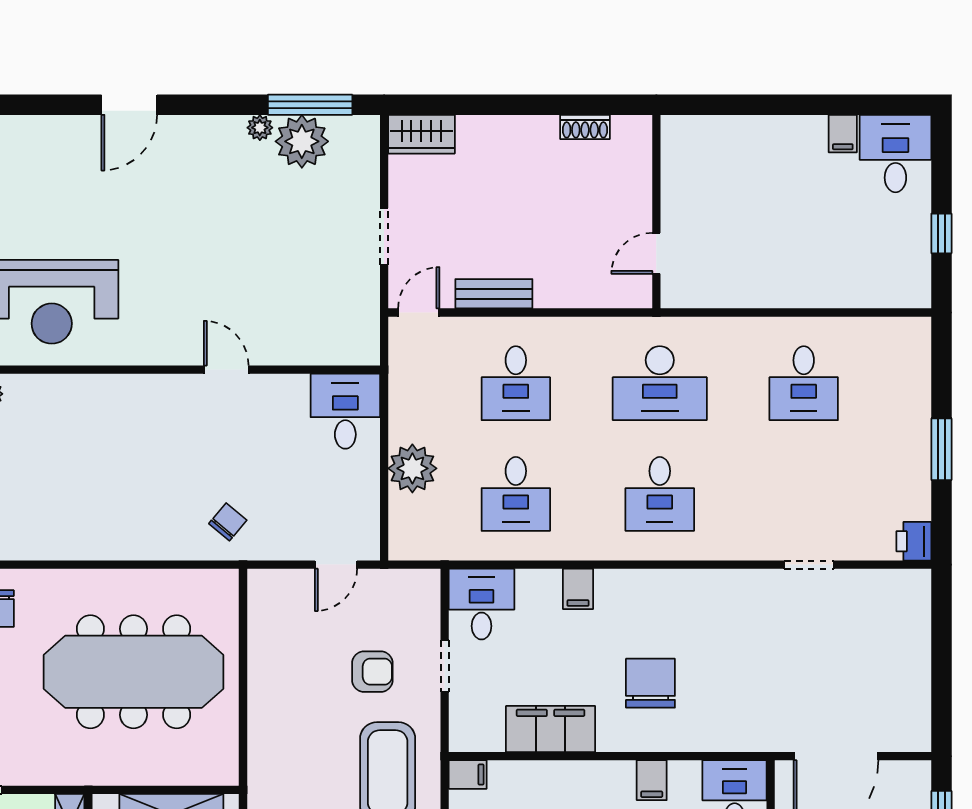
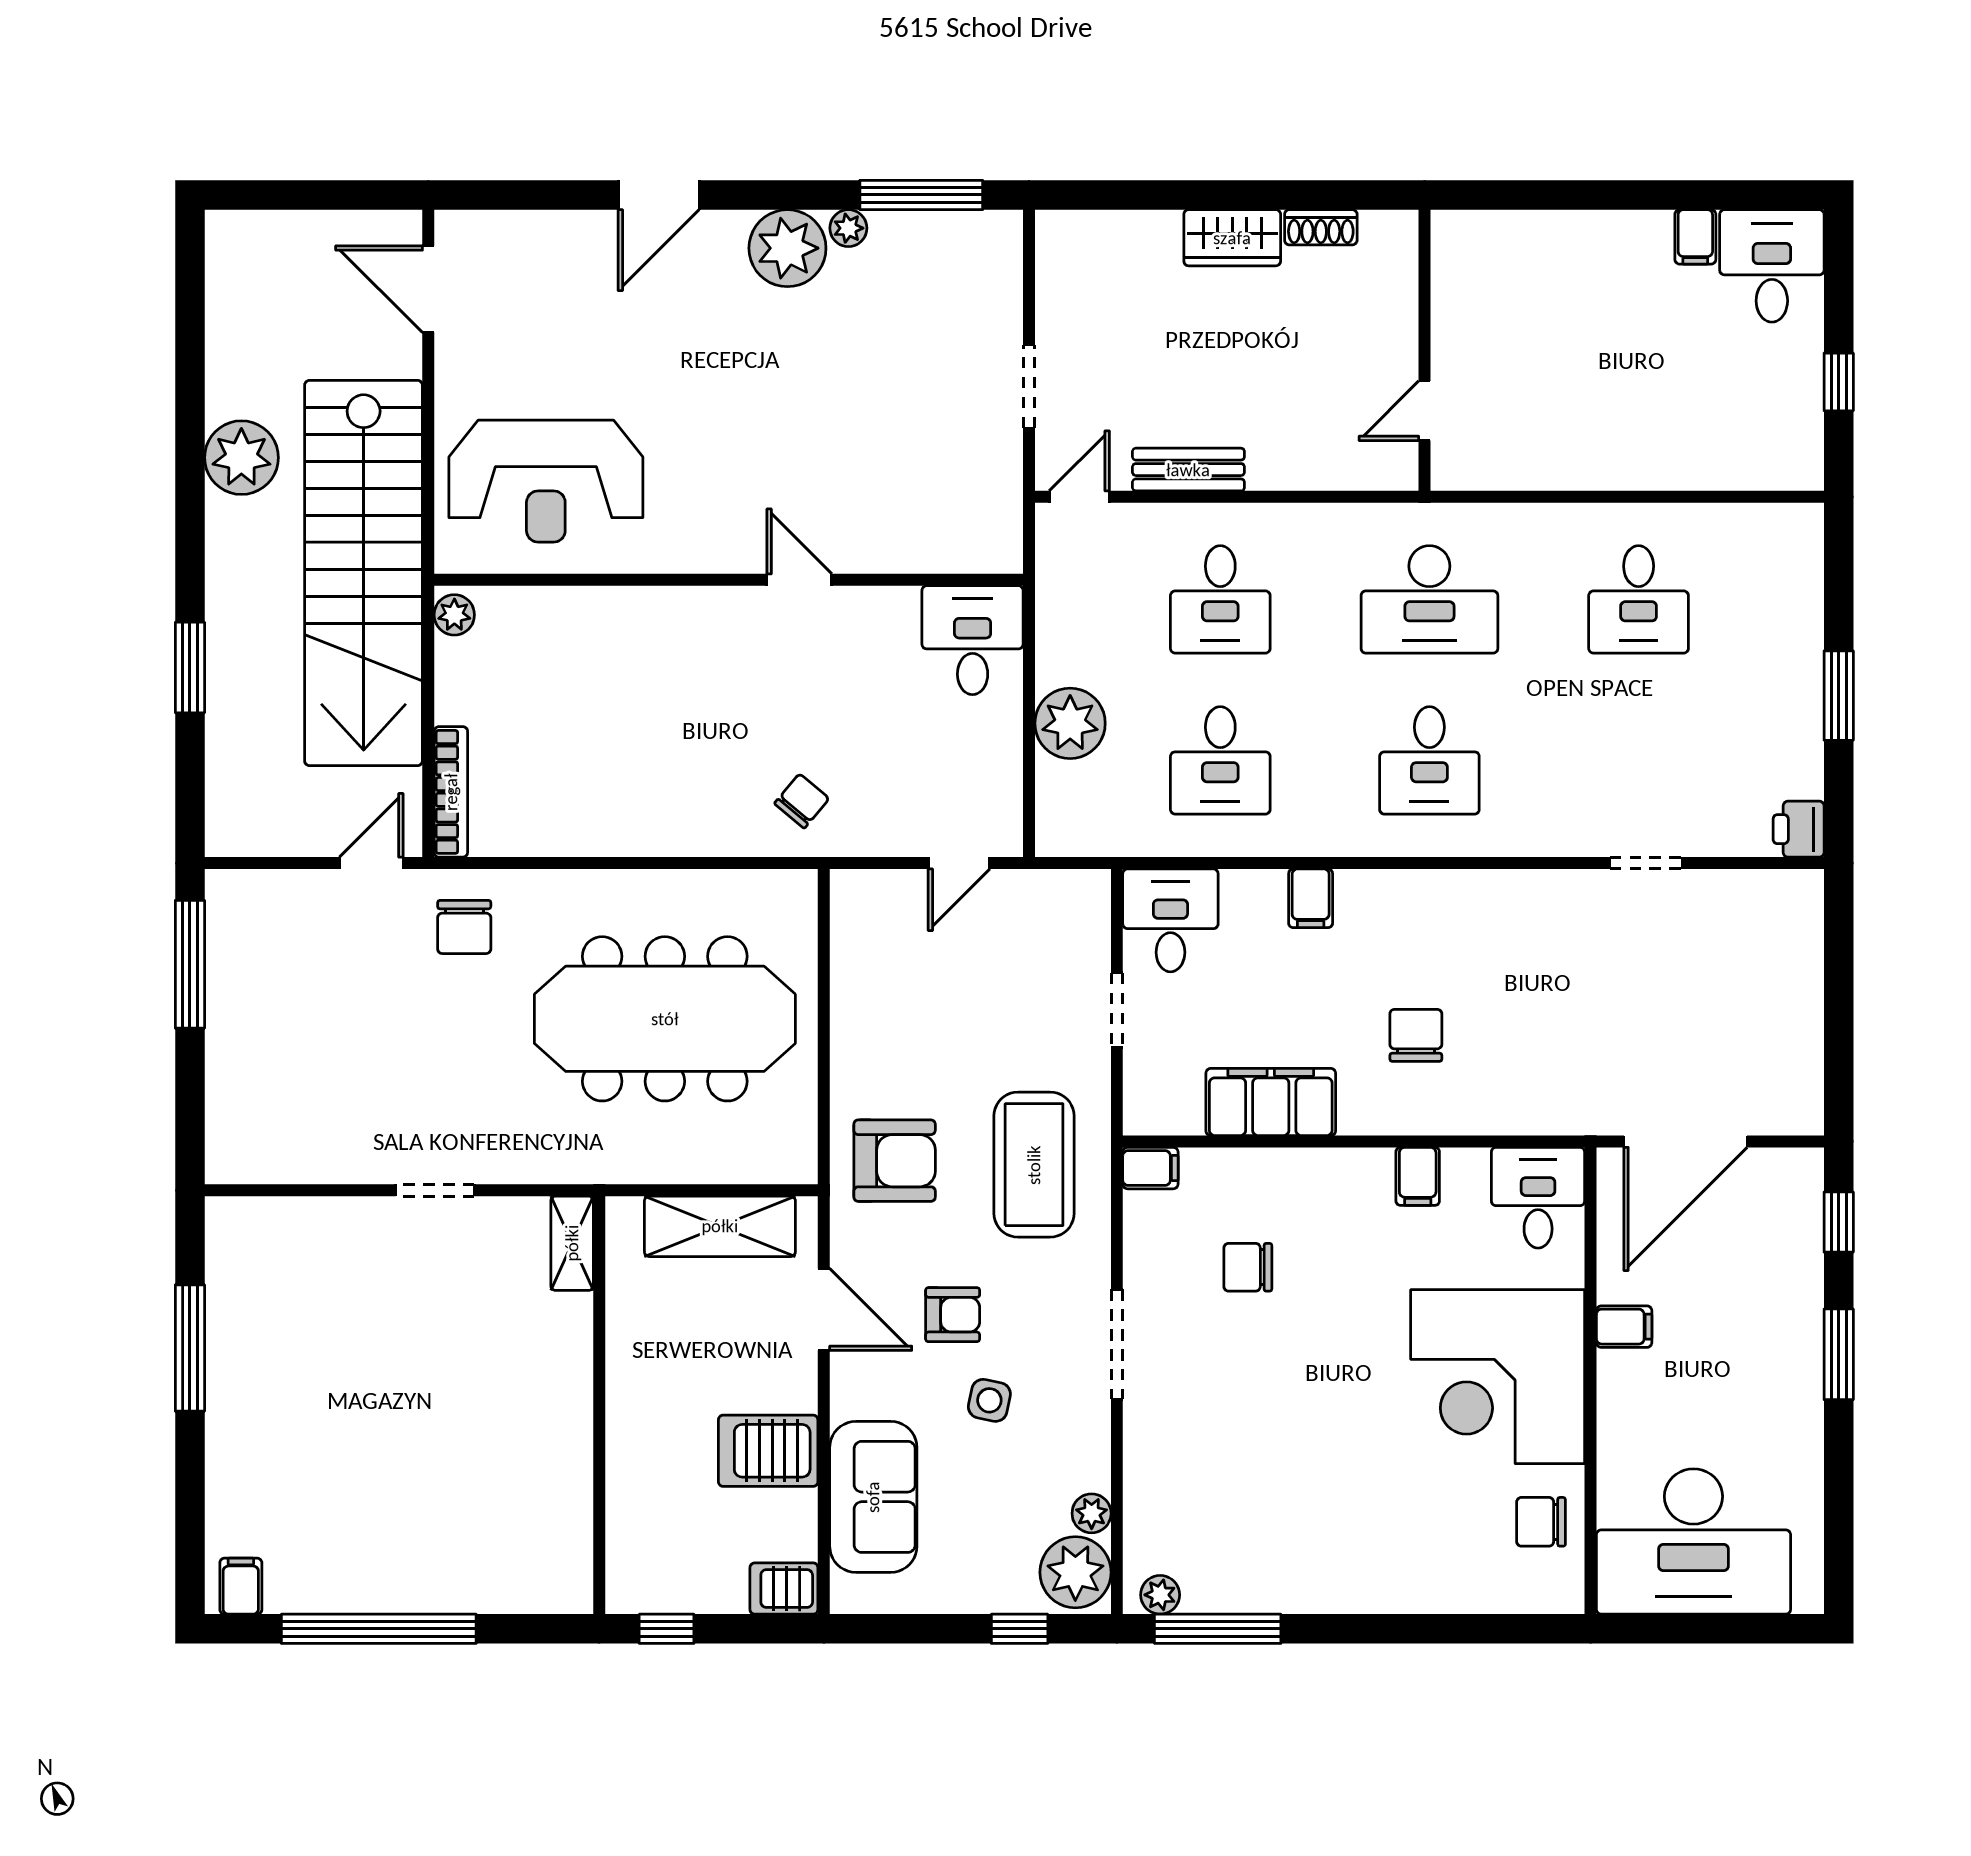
wardrobe: (421, 134) -> (1232, 238), moved
plant: (302, 141) -> (787, 248), moved
armchair: (372, 672) -> (895, 1161), moved, width x1.38, depth x1.38
chair: (650, 683) -> (1416, 1035), width x0.73, depth x0.73

